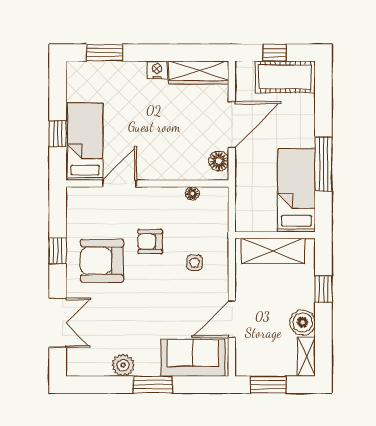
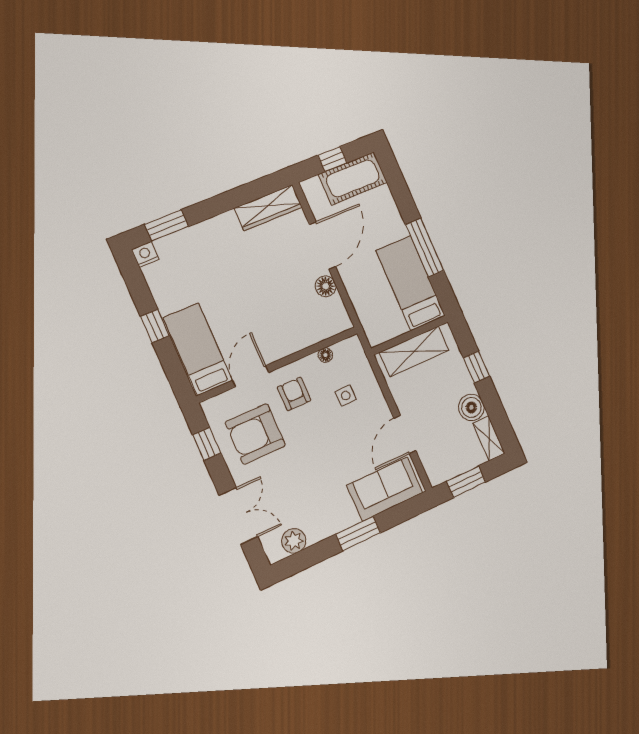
nightstand: (157, 70) -> (145, 254), moved
bed: (85, 142) -> (198, 349), moved
door: (119, 184) -> (251, 376), moved
wall: (147, 184) -> (278, 364), moved
floor lamp: (192, 193) -> (325, 355), moved
armchair: (150, 241) -> (294, 394), turned 90
plant: (123, 365) -> (294, 541), moved

